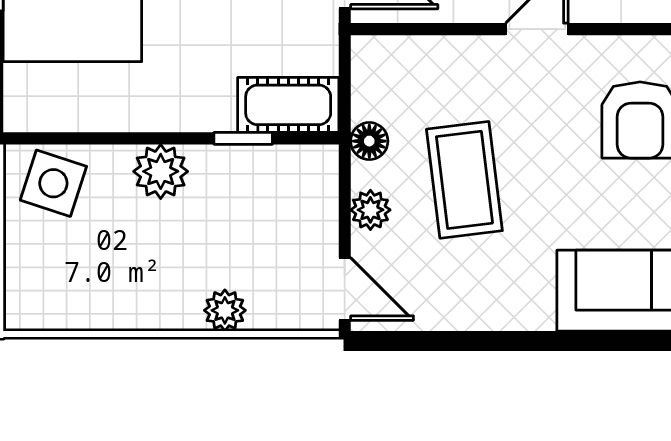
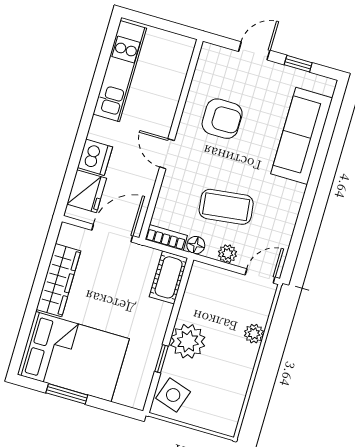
bookcase: (367, 77) -> (166, 237), added
window: (243, 138) -> (161, 359), moved
plant: (161, 171) -> (188, 341), width x1.36, depth x1.36

